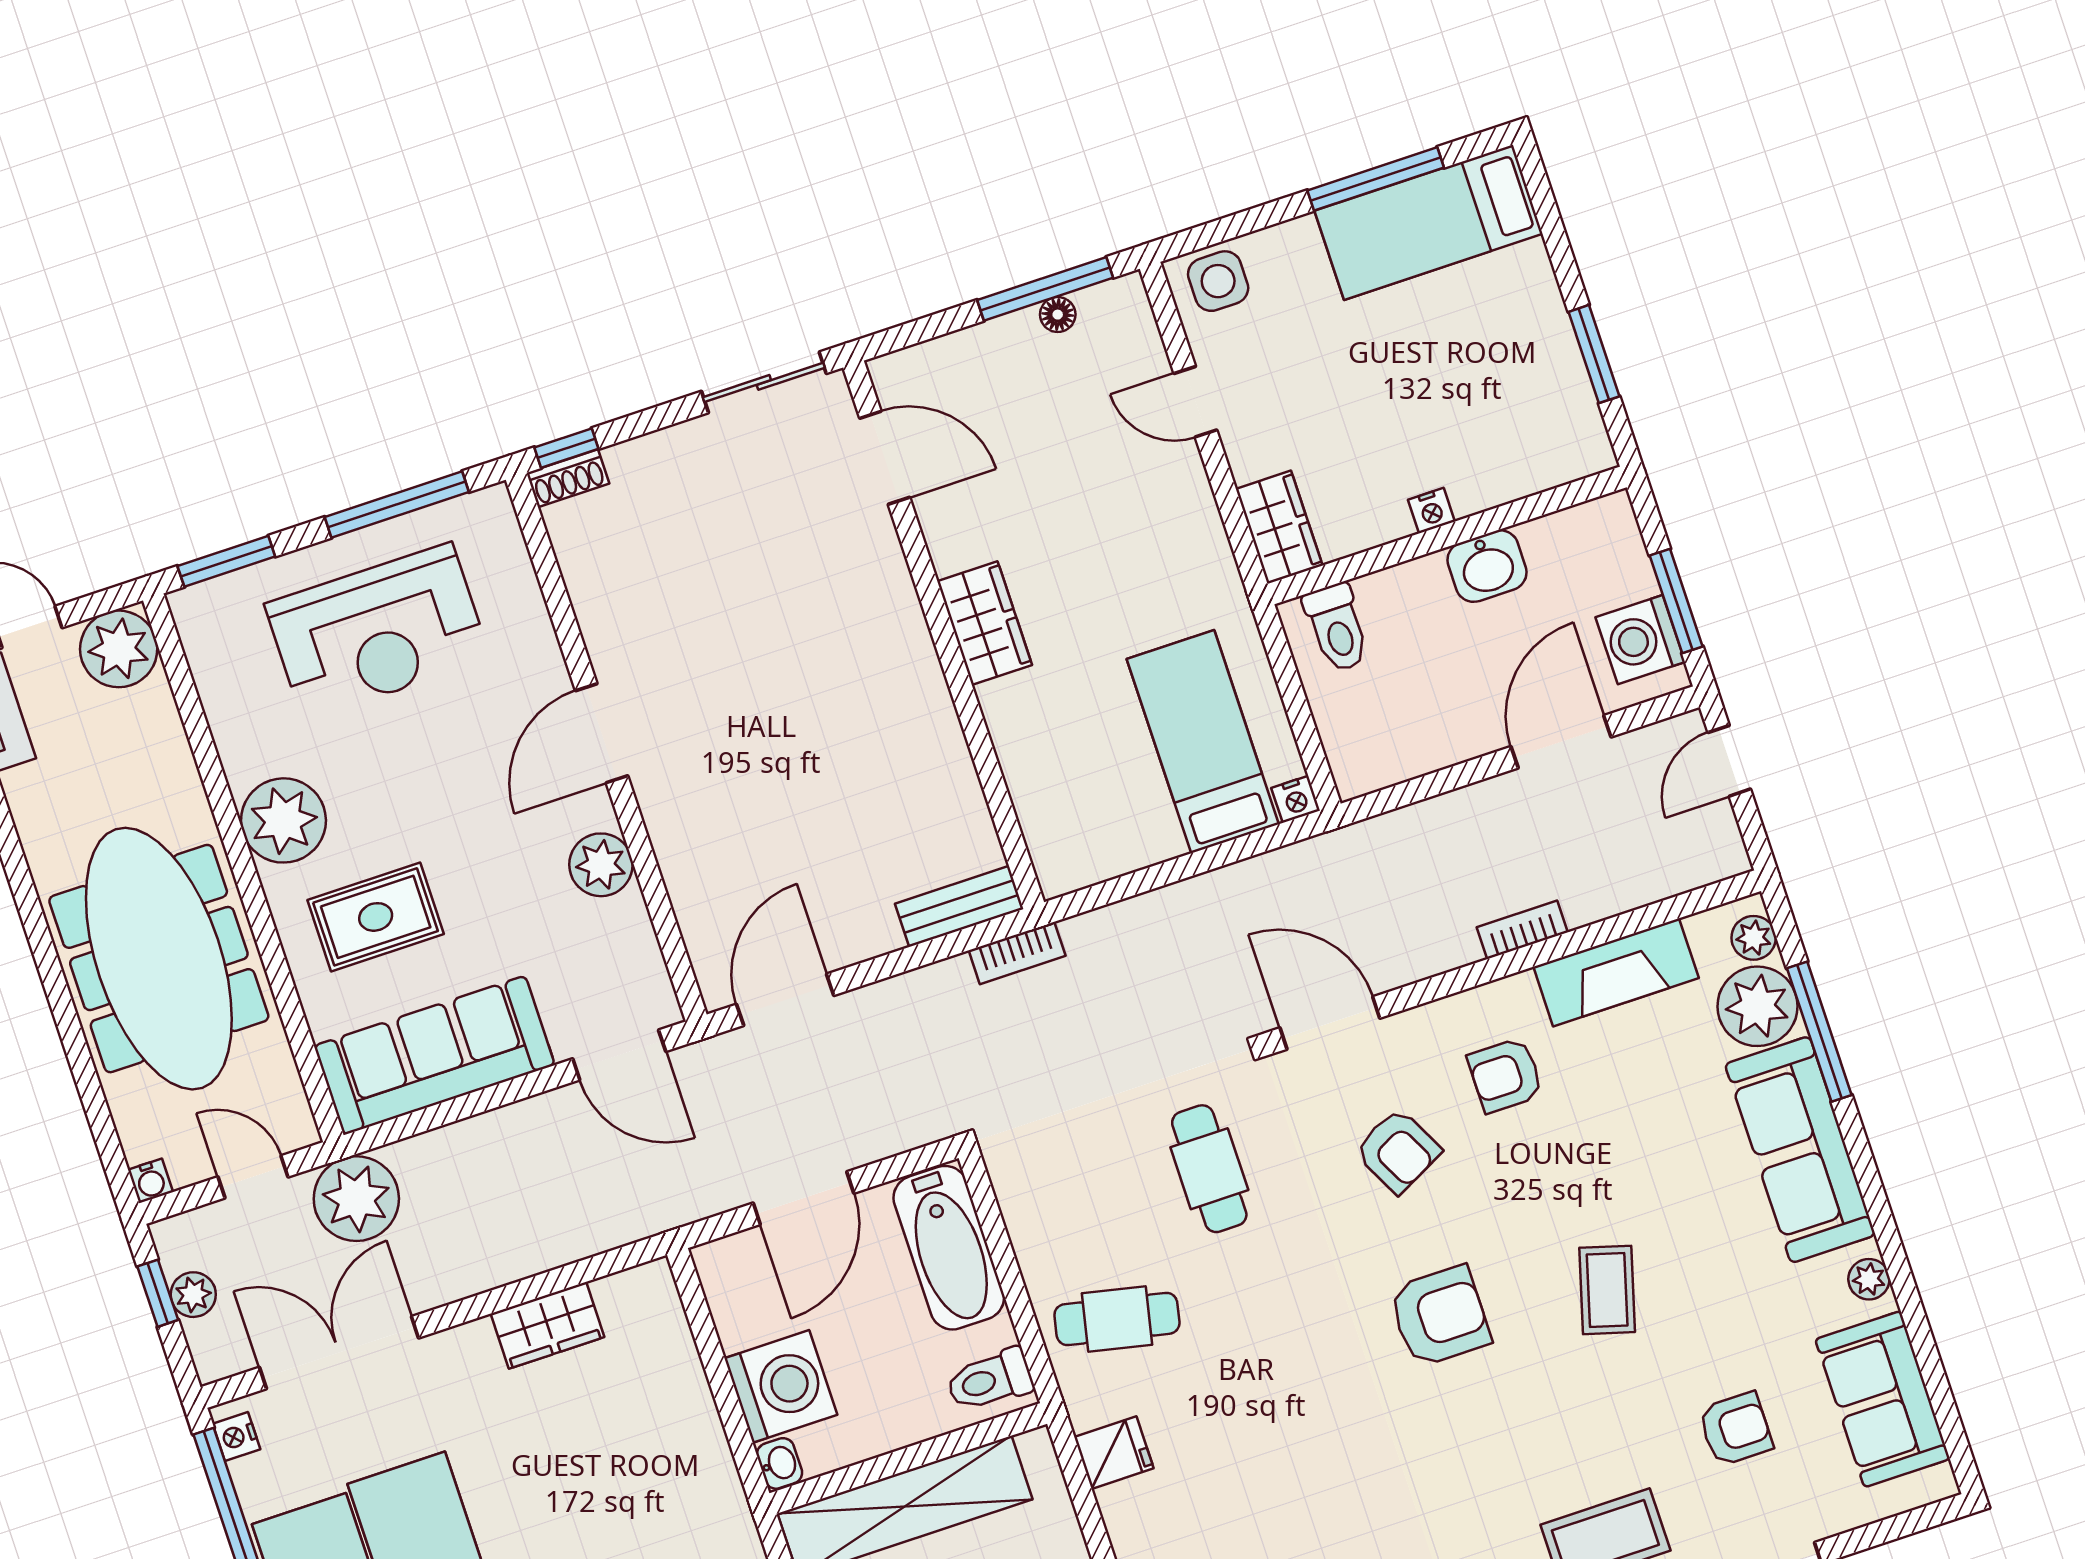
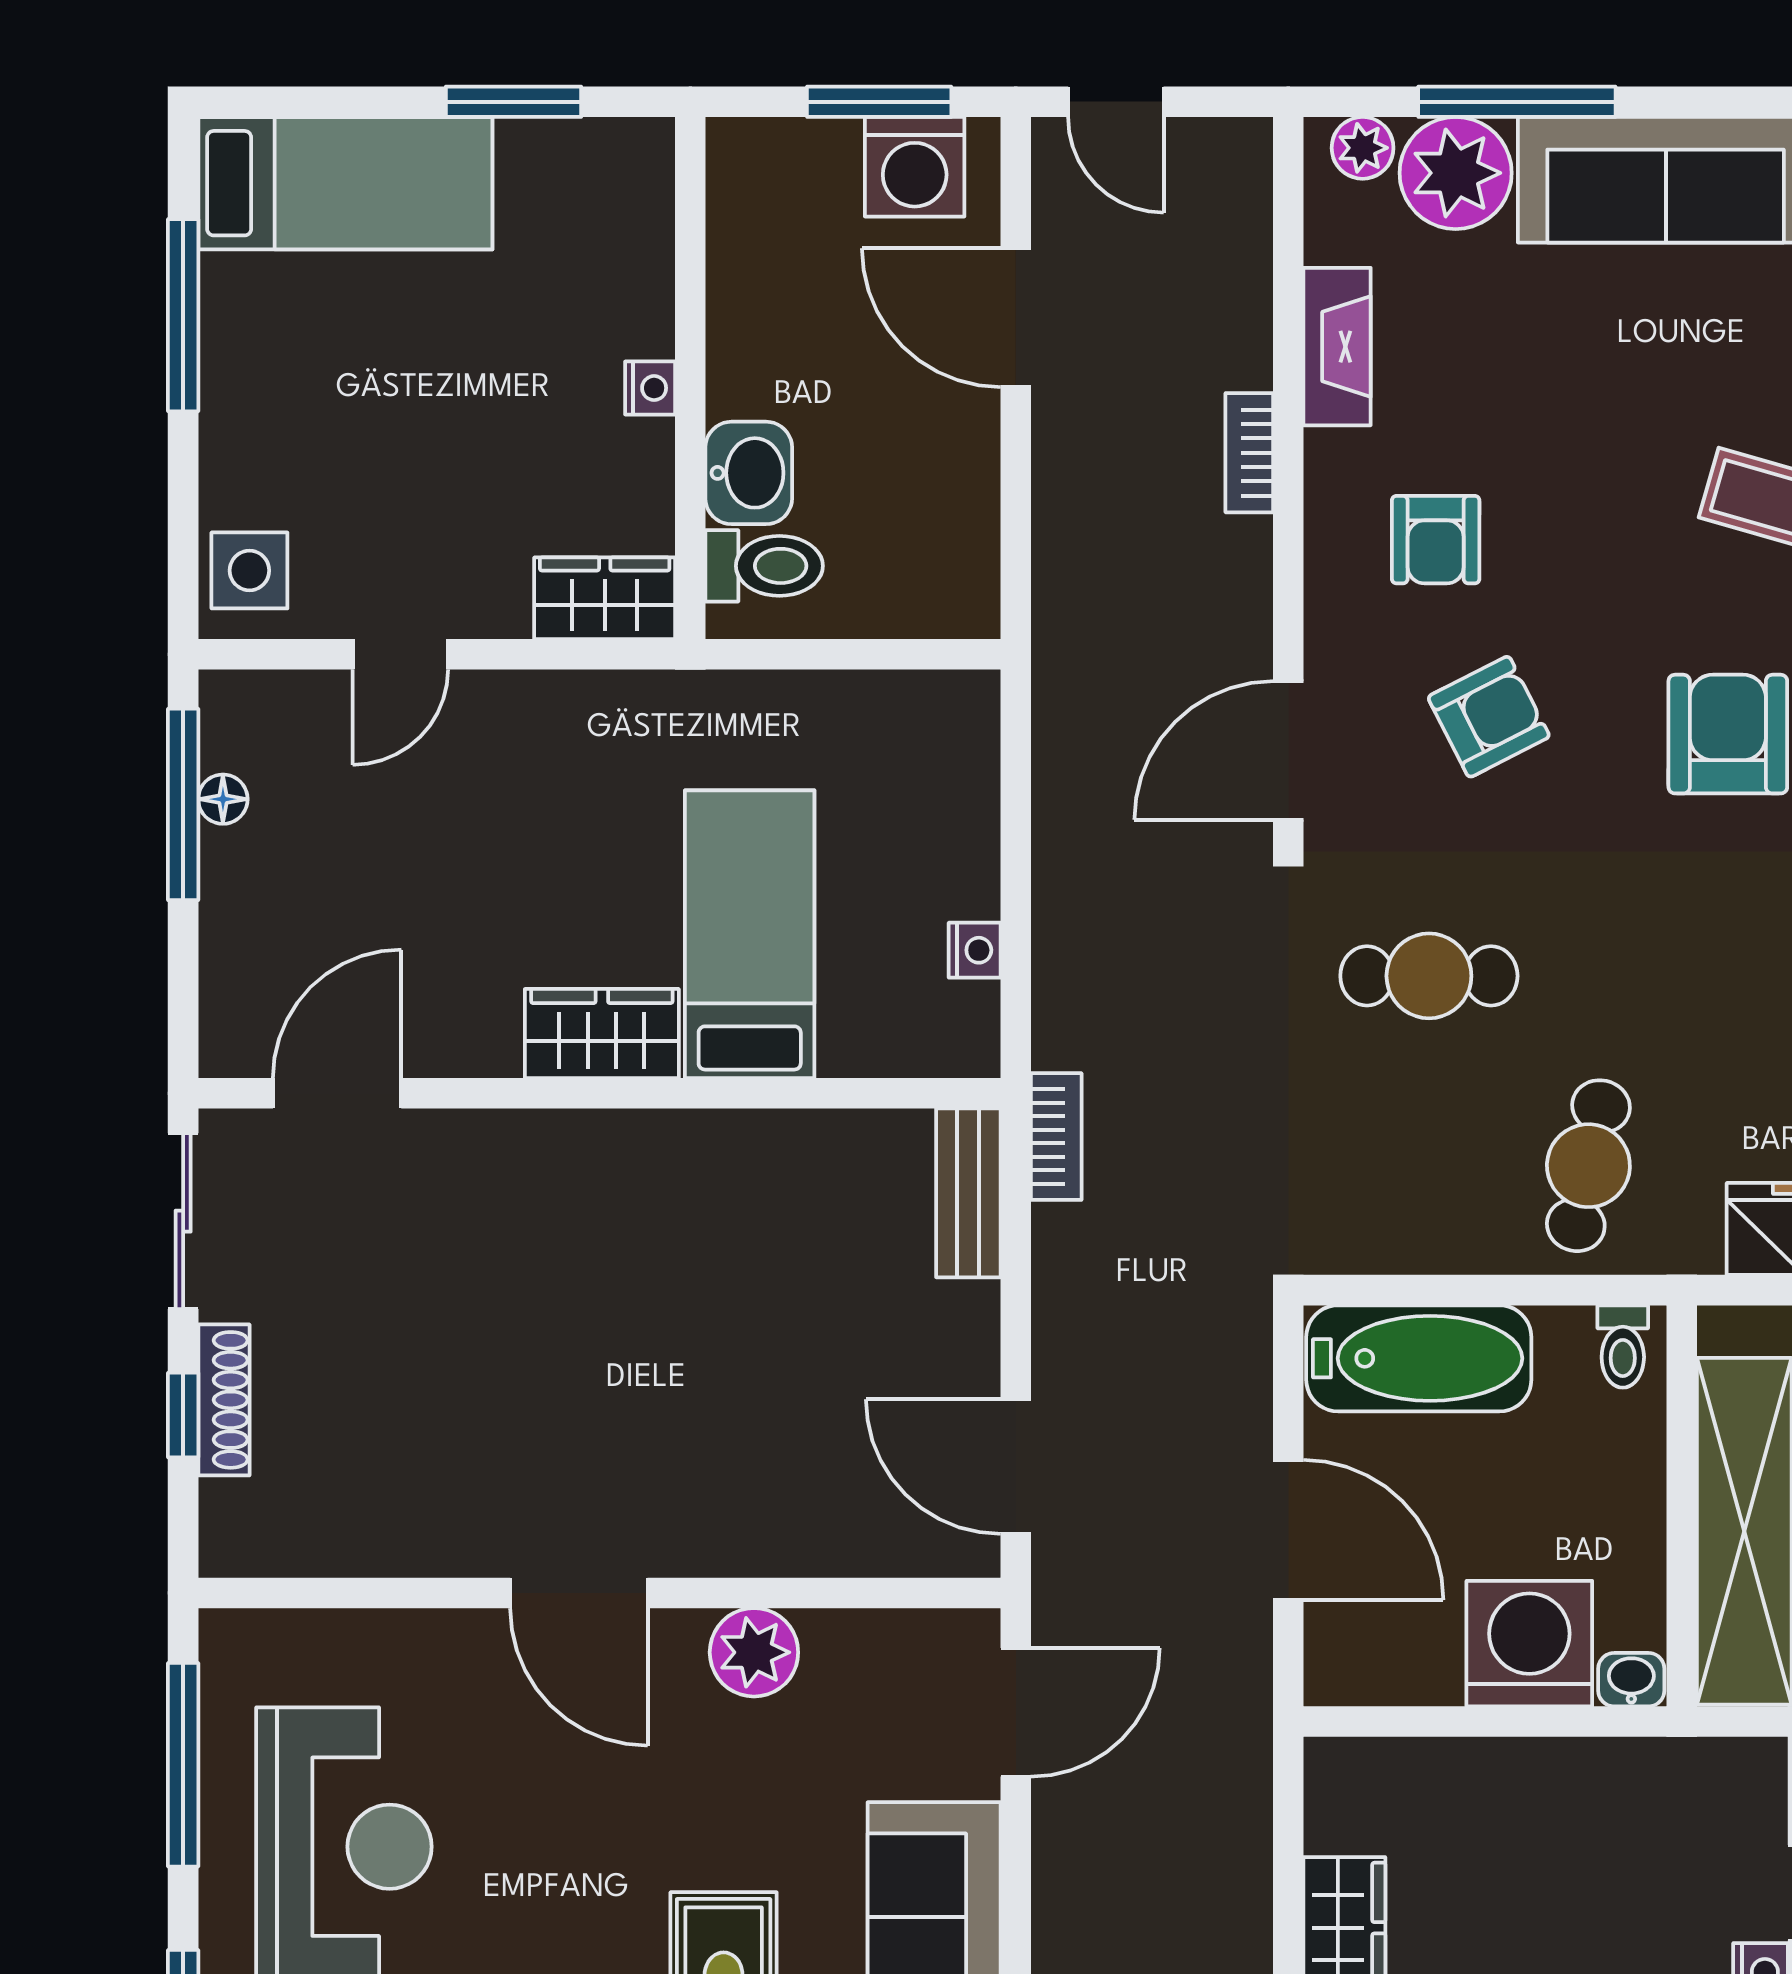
bed: (1428, 222) -> (345, 183), moved, turned -90
window: (566, 448) -> (183, 1415), moved
shoe rack: (568, 478) -> (224, 1400), moved, width x1.43
washbasin: (1487, 566) -> (749, 473), moved
bed: (1203, 742) -> (750, 934), moved, turned 90
nightstand: (1296, 799) -> (975, 950), moved
fireplace: (1616, 972) -> (1337, 347), width x0.73, depth x0.76
toilet: (990, 1380) -> (1623, 1346), width x0.73, depth x0.72

